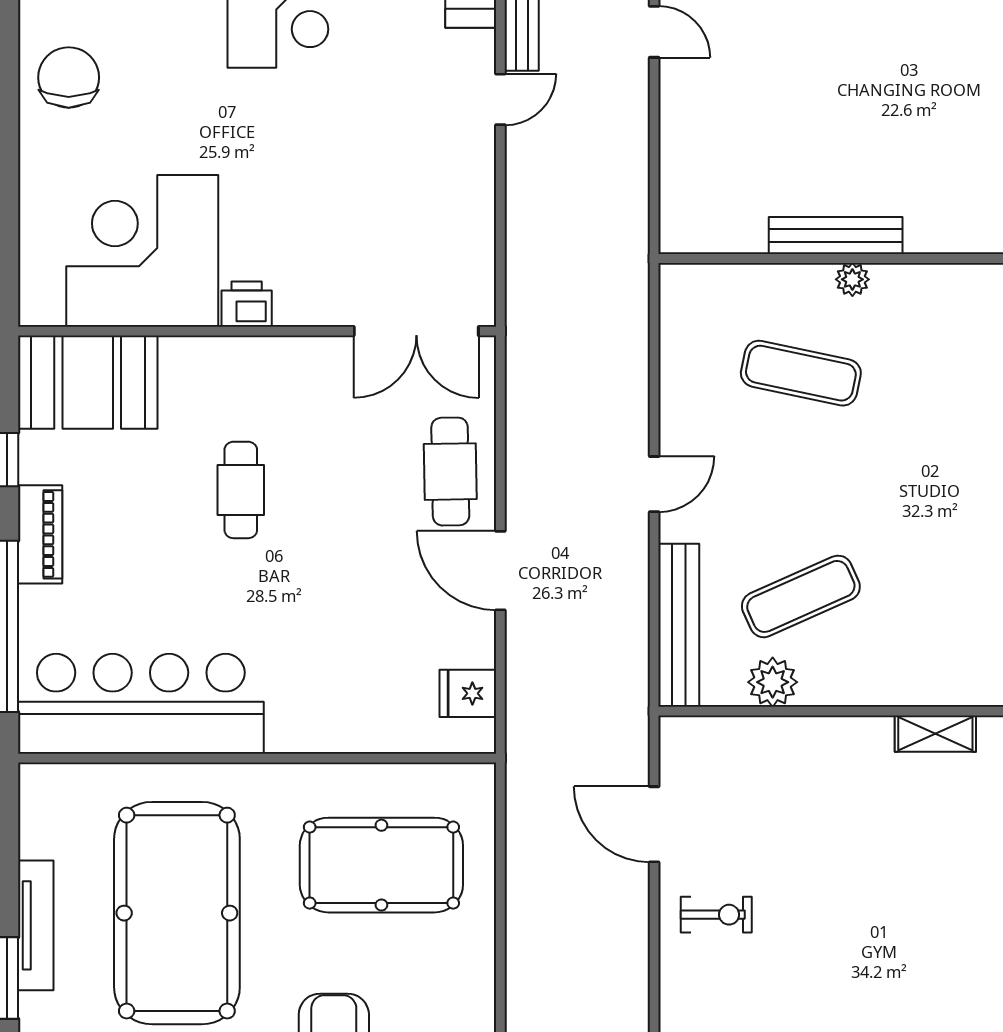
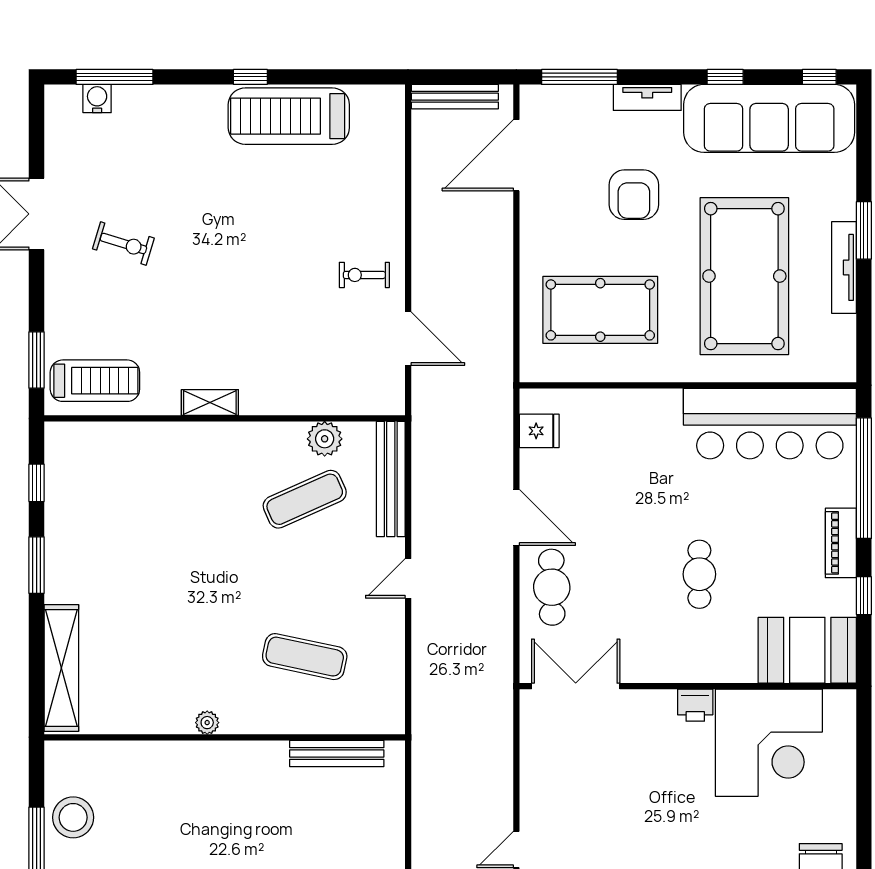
bench: (836, 236) -> (337, 754), moved
plant: (852, 279) -> (207, 723), moved

